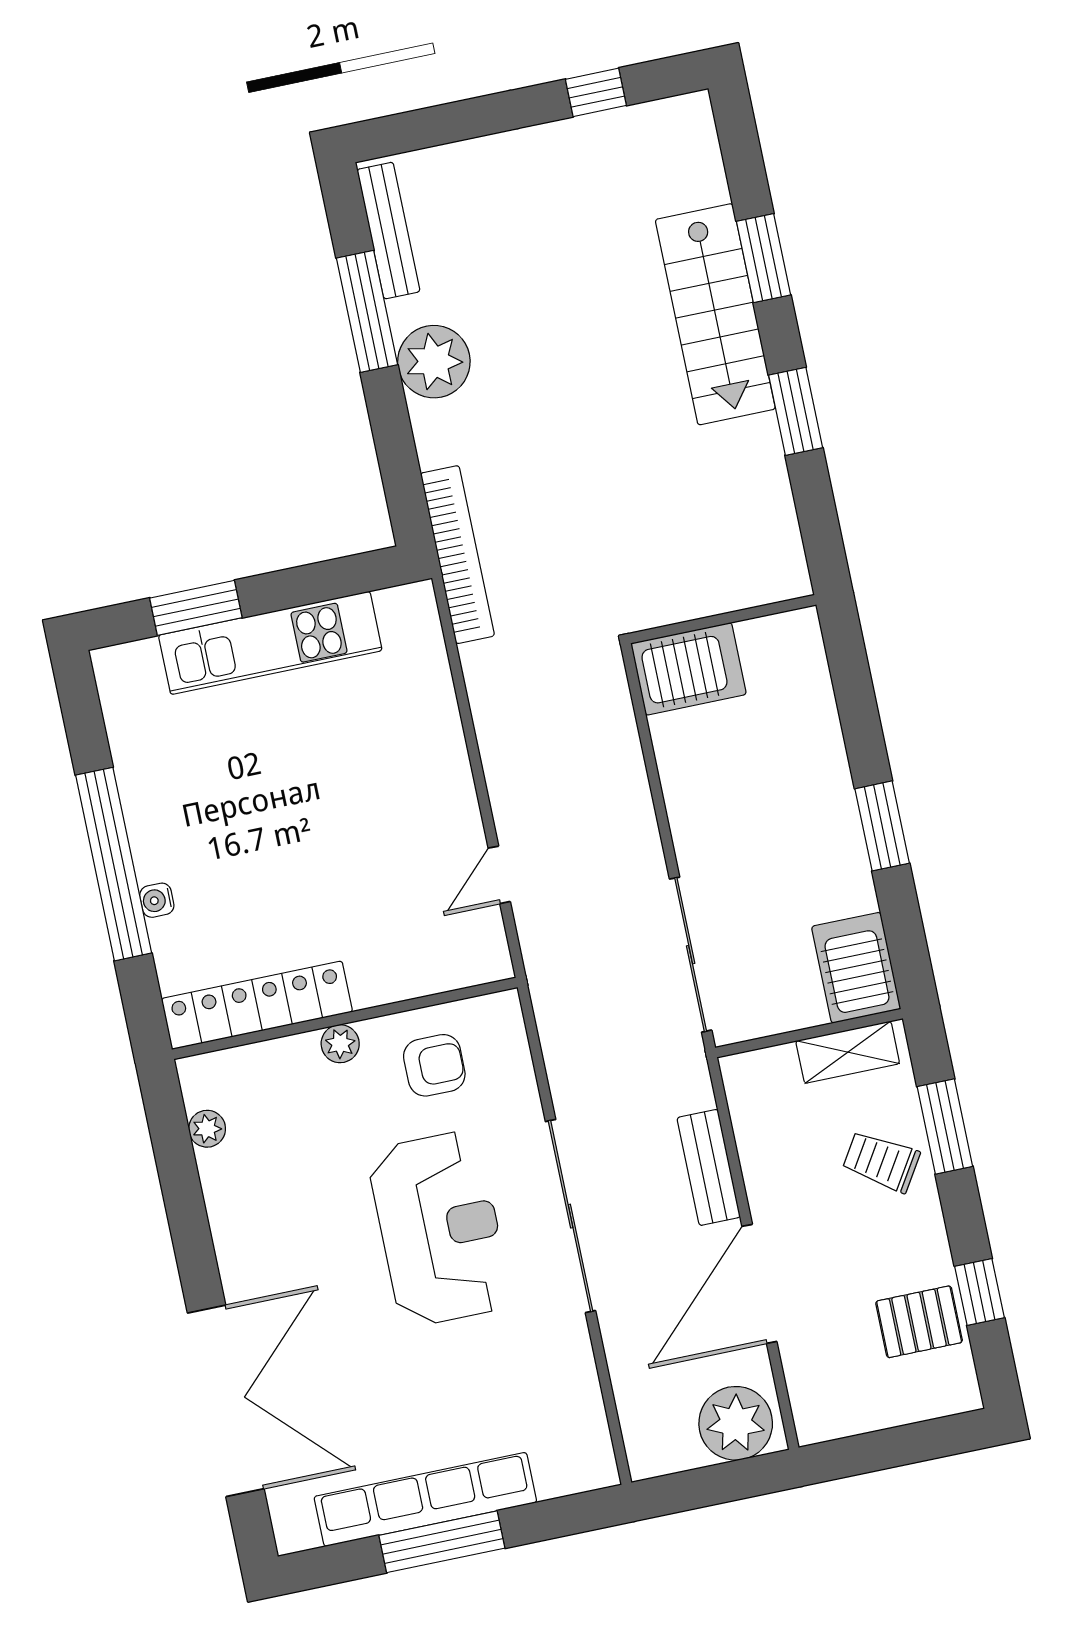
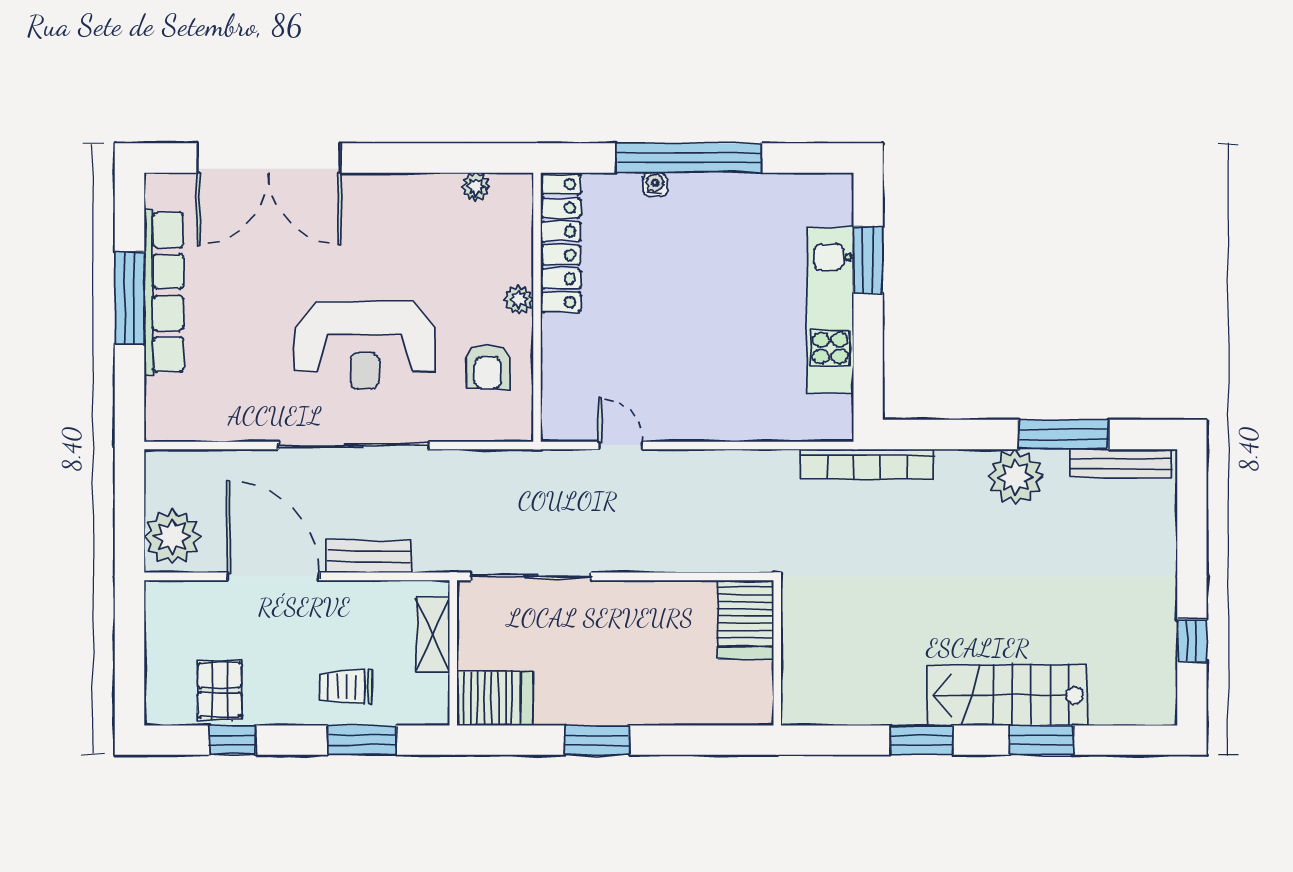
shelving: (848, 1052) -> (433, 635), moved
trolley: (881, 1161) -> (346, 687), turned -122

